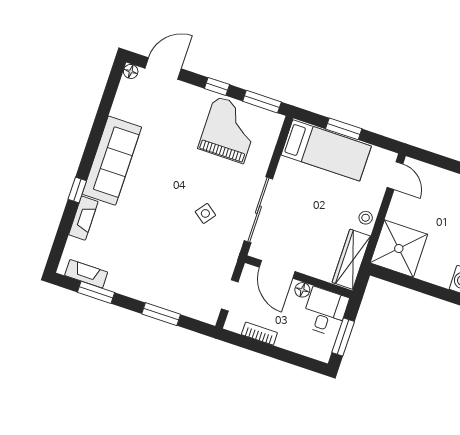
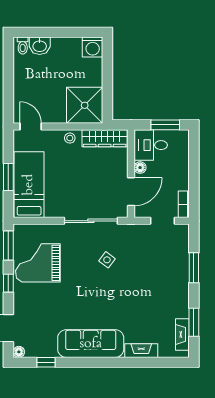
door: (395, 176) -> (31, 127), hinge flipped
window: (77, 190) -> (46, 362), moved
bookcase: (259, 334) -> (184, 204), moved

